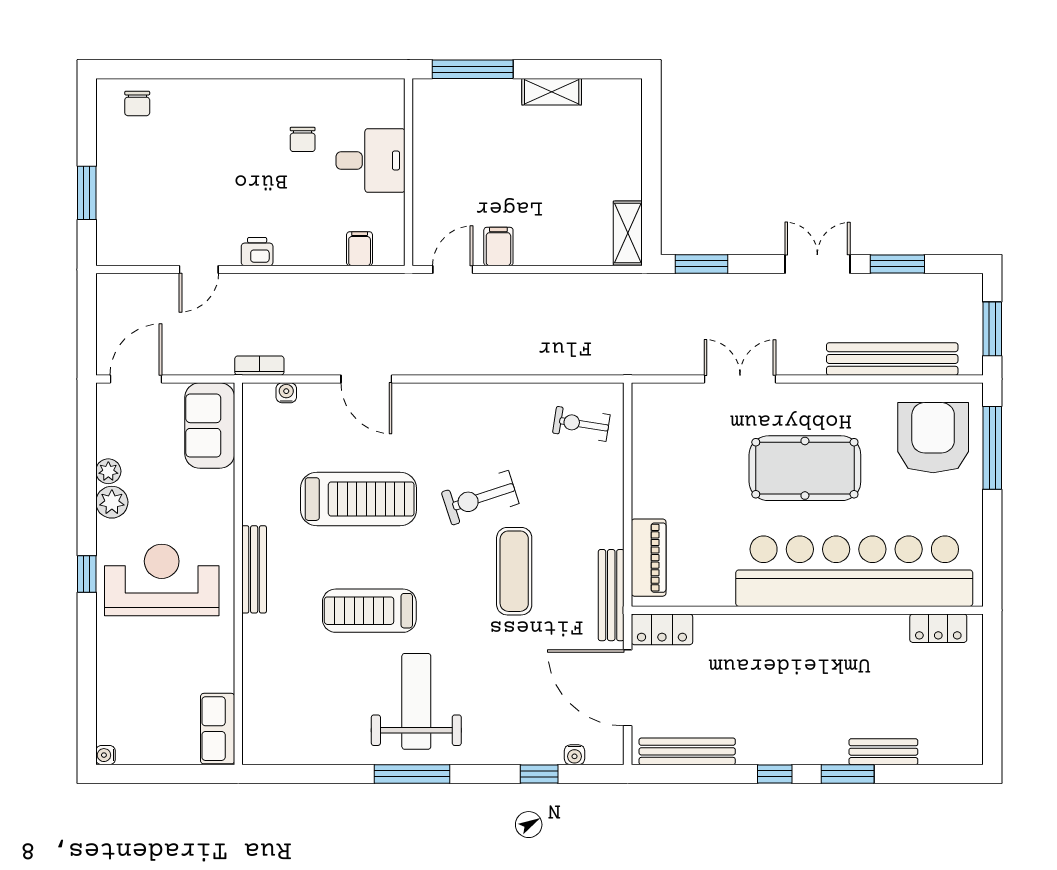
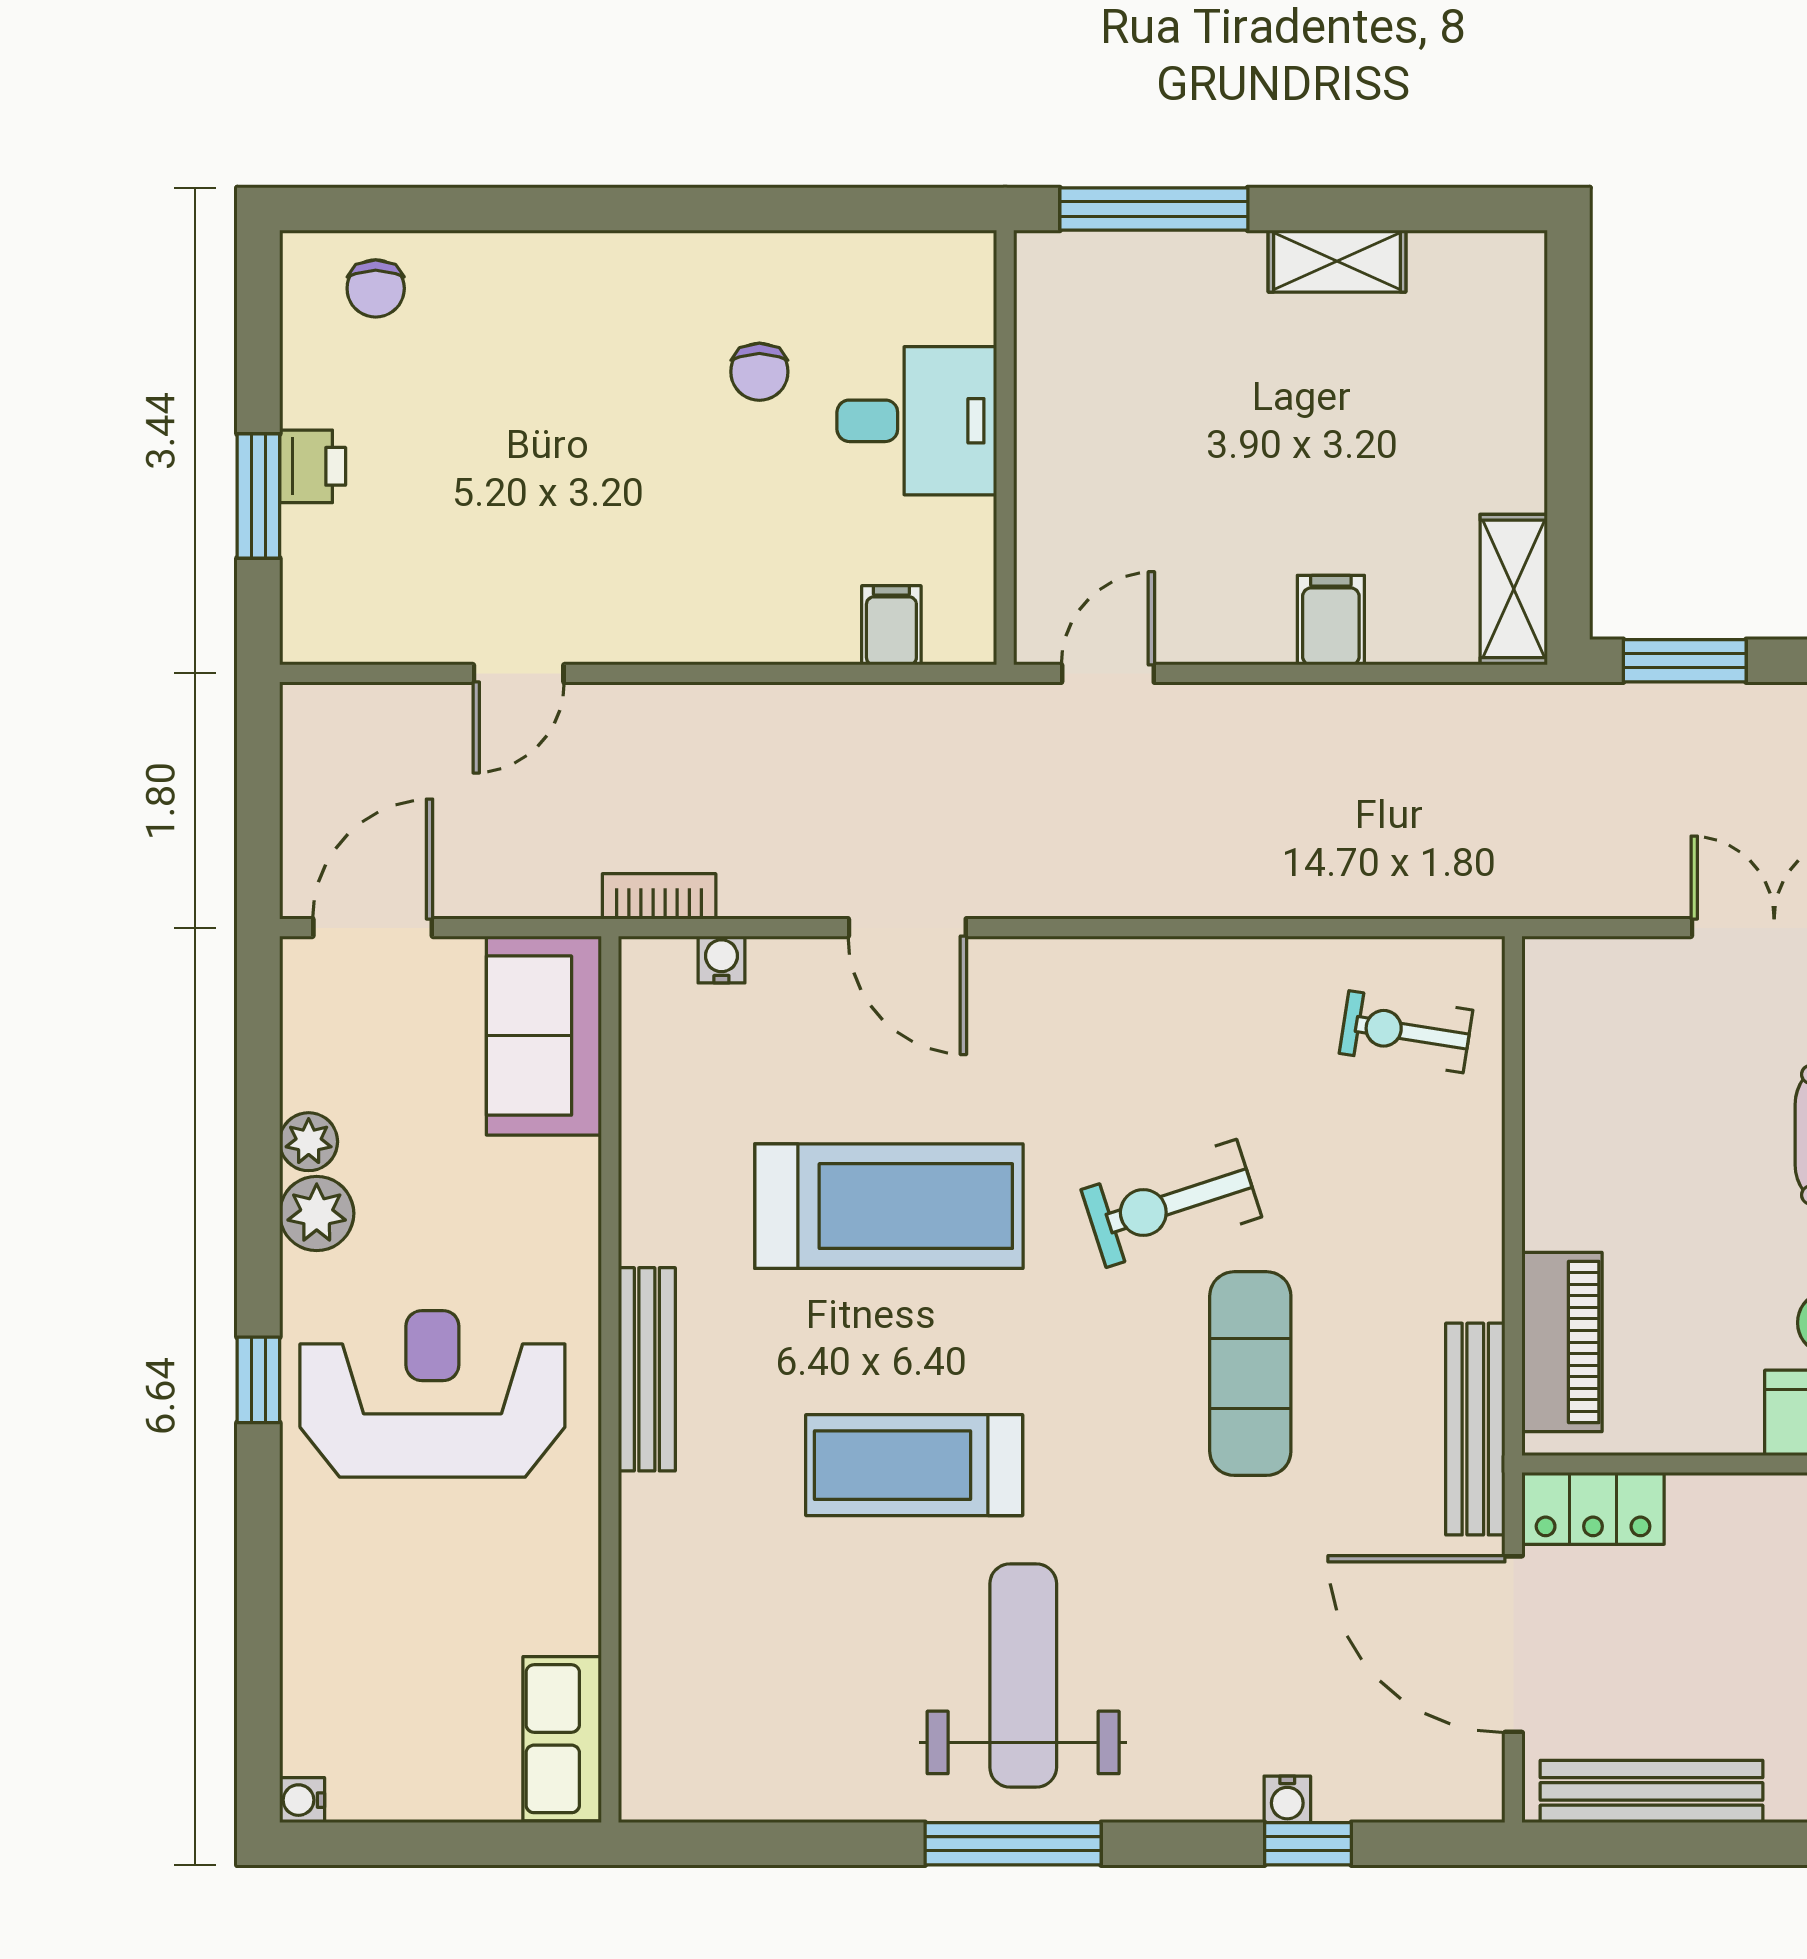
filing cabinet: (498, 246) -> (1331, 620), moved
printer: (257, 252) -> (313, 466), moved, turned 90
water cooler: (574, 755) -> (1287, 1799), moved

